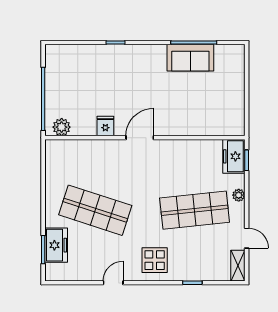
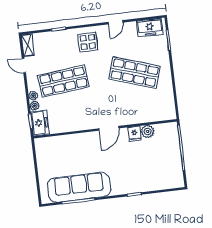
sofa: (190, 58) -> (79, 187), width x1.85, depth x1.27
plant: (62, 127) -> (148, 131), moved
plant: (239, 181) -> (34, 106), added
freezer: (56, 245) -> (150, 28), moved, turned -90

